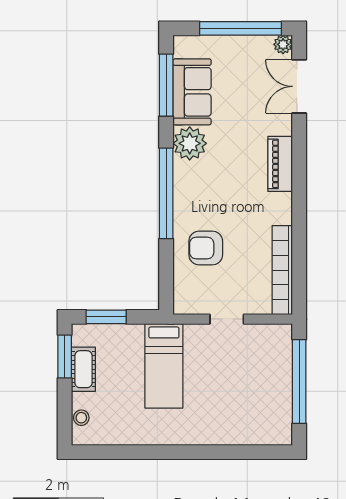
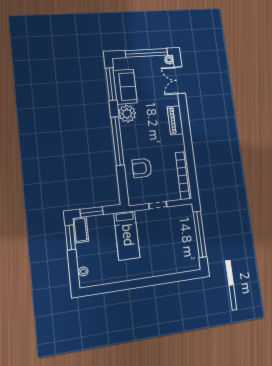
cot: (83, 369) -> (81, 230), moved

